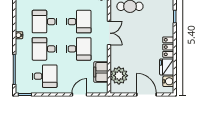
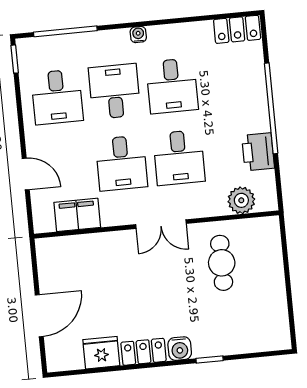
desk: (45, 22) -> (172, 86), turned 180
plant: (119, 76) -> (74, 254), removed
water cooler: (168, 81) -> (180, 349), moved

